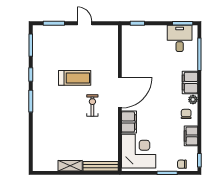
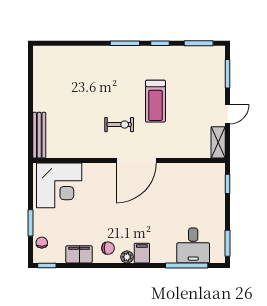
desk: (180, 38) -> (193, 246), moved, turned 90
filing cabinet: (190, 83) -> (142, 253), width x0.50
door: (120, 93) -> (136, 161), hinge flipped
filing cabinet: (129, 122) -> (98, 173), removed
shelving: (70, 166) -> (218, 142), moved

